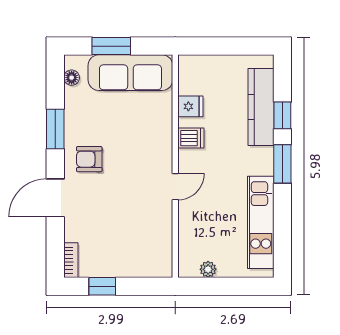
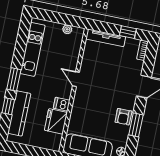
fridge: (190, 106) -> (56, 121), width x1.88, depth x1.34
armchair: (89, 159) -> (123, 117), moved, turned 90
door: (175, 187) -> (76, 79), hinge flipped
tv unit: (139, 268) -> (106, 38), added

